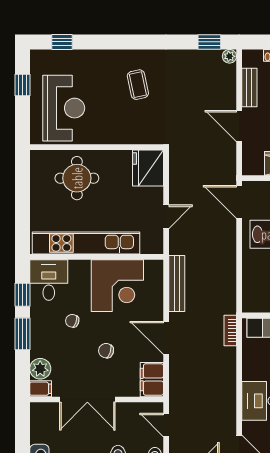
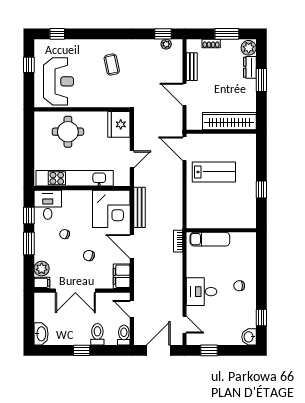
plant: (229, 56) -> (166, 44), moved
corner desk: (117, 286) -> (111, 209), moved

